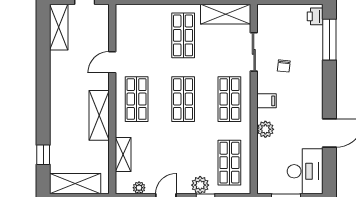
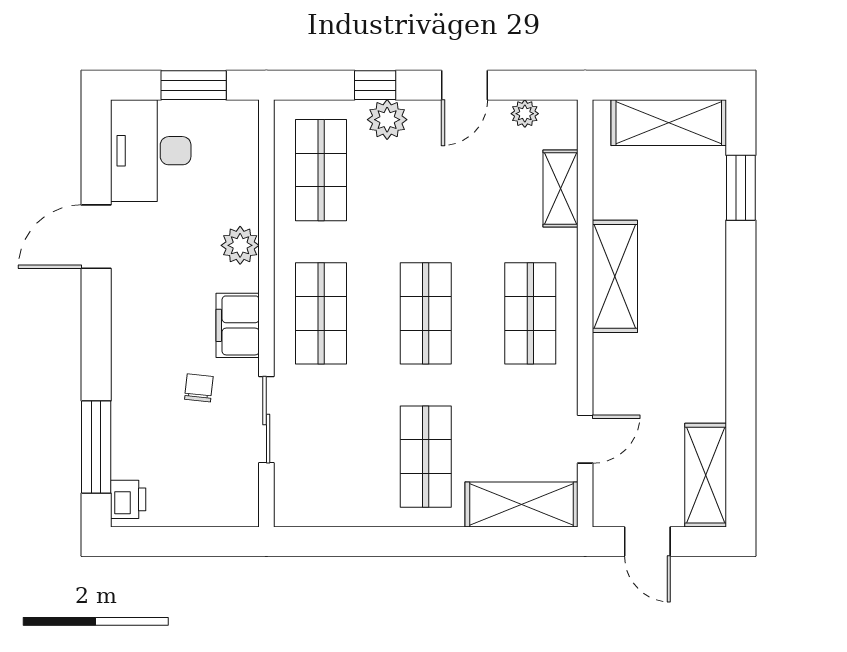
shelving: (226, 14) -> (521, 504), moved
door: (112, 62) -> (585, 439), moved
filing cabinet: (267, 101) -> (238, 325), width x2.00
window: (43, 155) -> (741, 188), width x1.50

